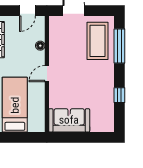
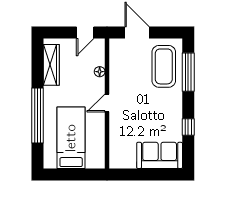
sofa: (69, 120) -> (160, 155), moved

